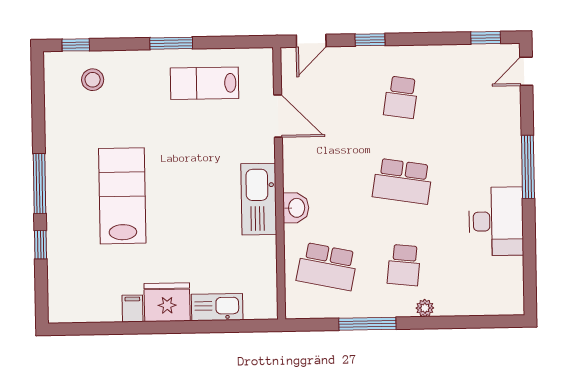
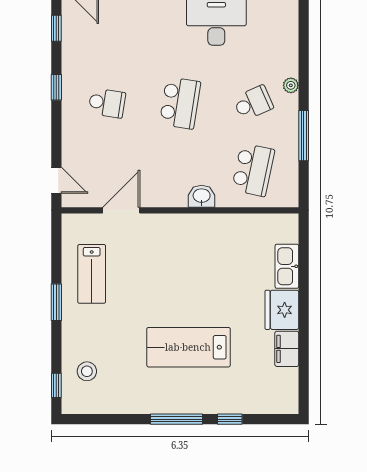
window: (370, 40) -> (56, 87), moved
kitchen sink: (259, 199) -> (193, 228), removed
school desk: (404, 265) -> (253, 103), turned -30
filing cabinet: (133, 308) -> (287, 349), width x2.00

